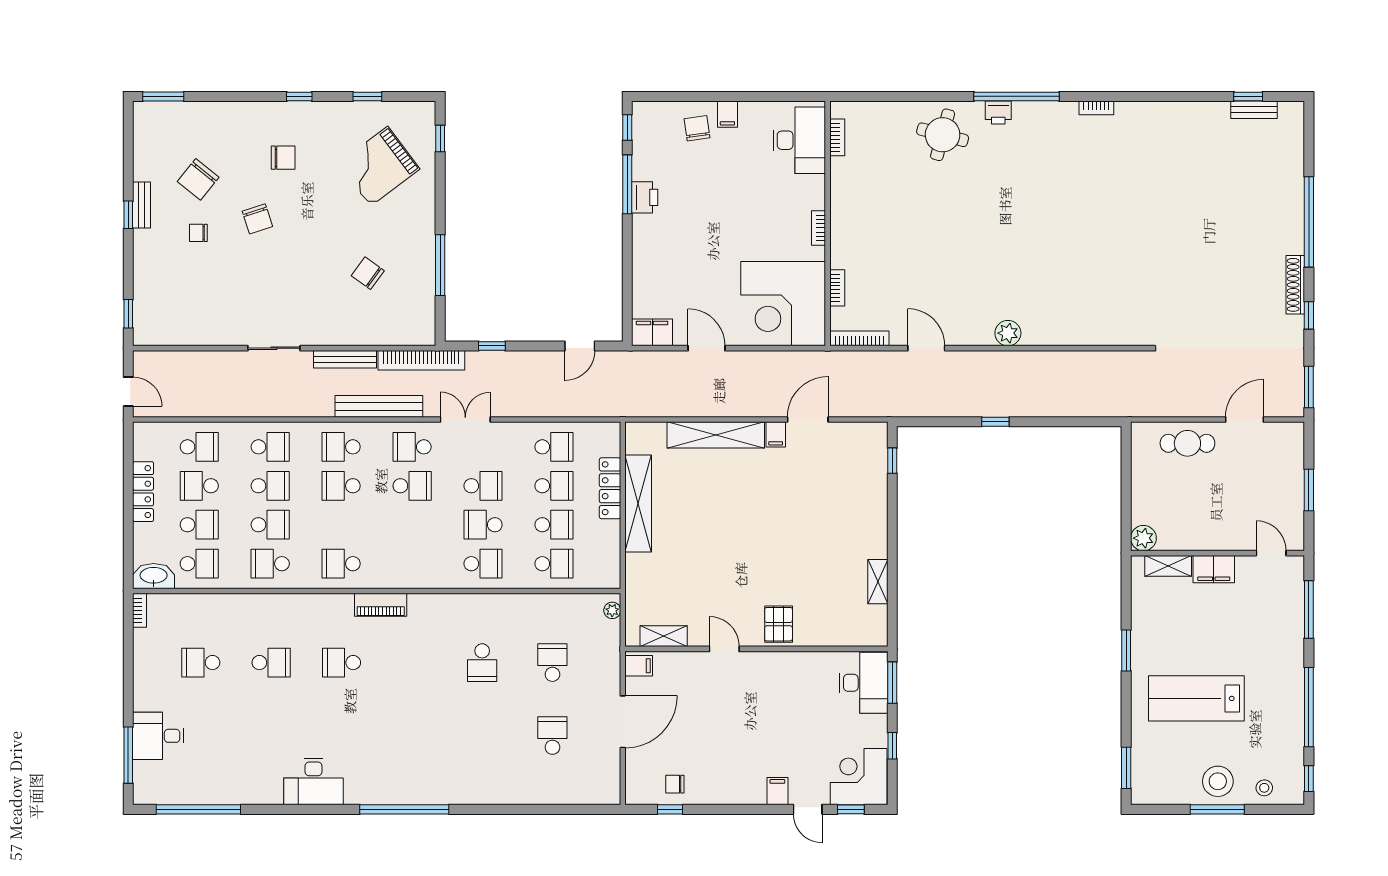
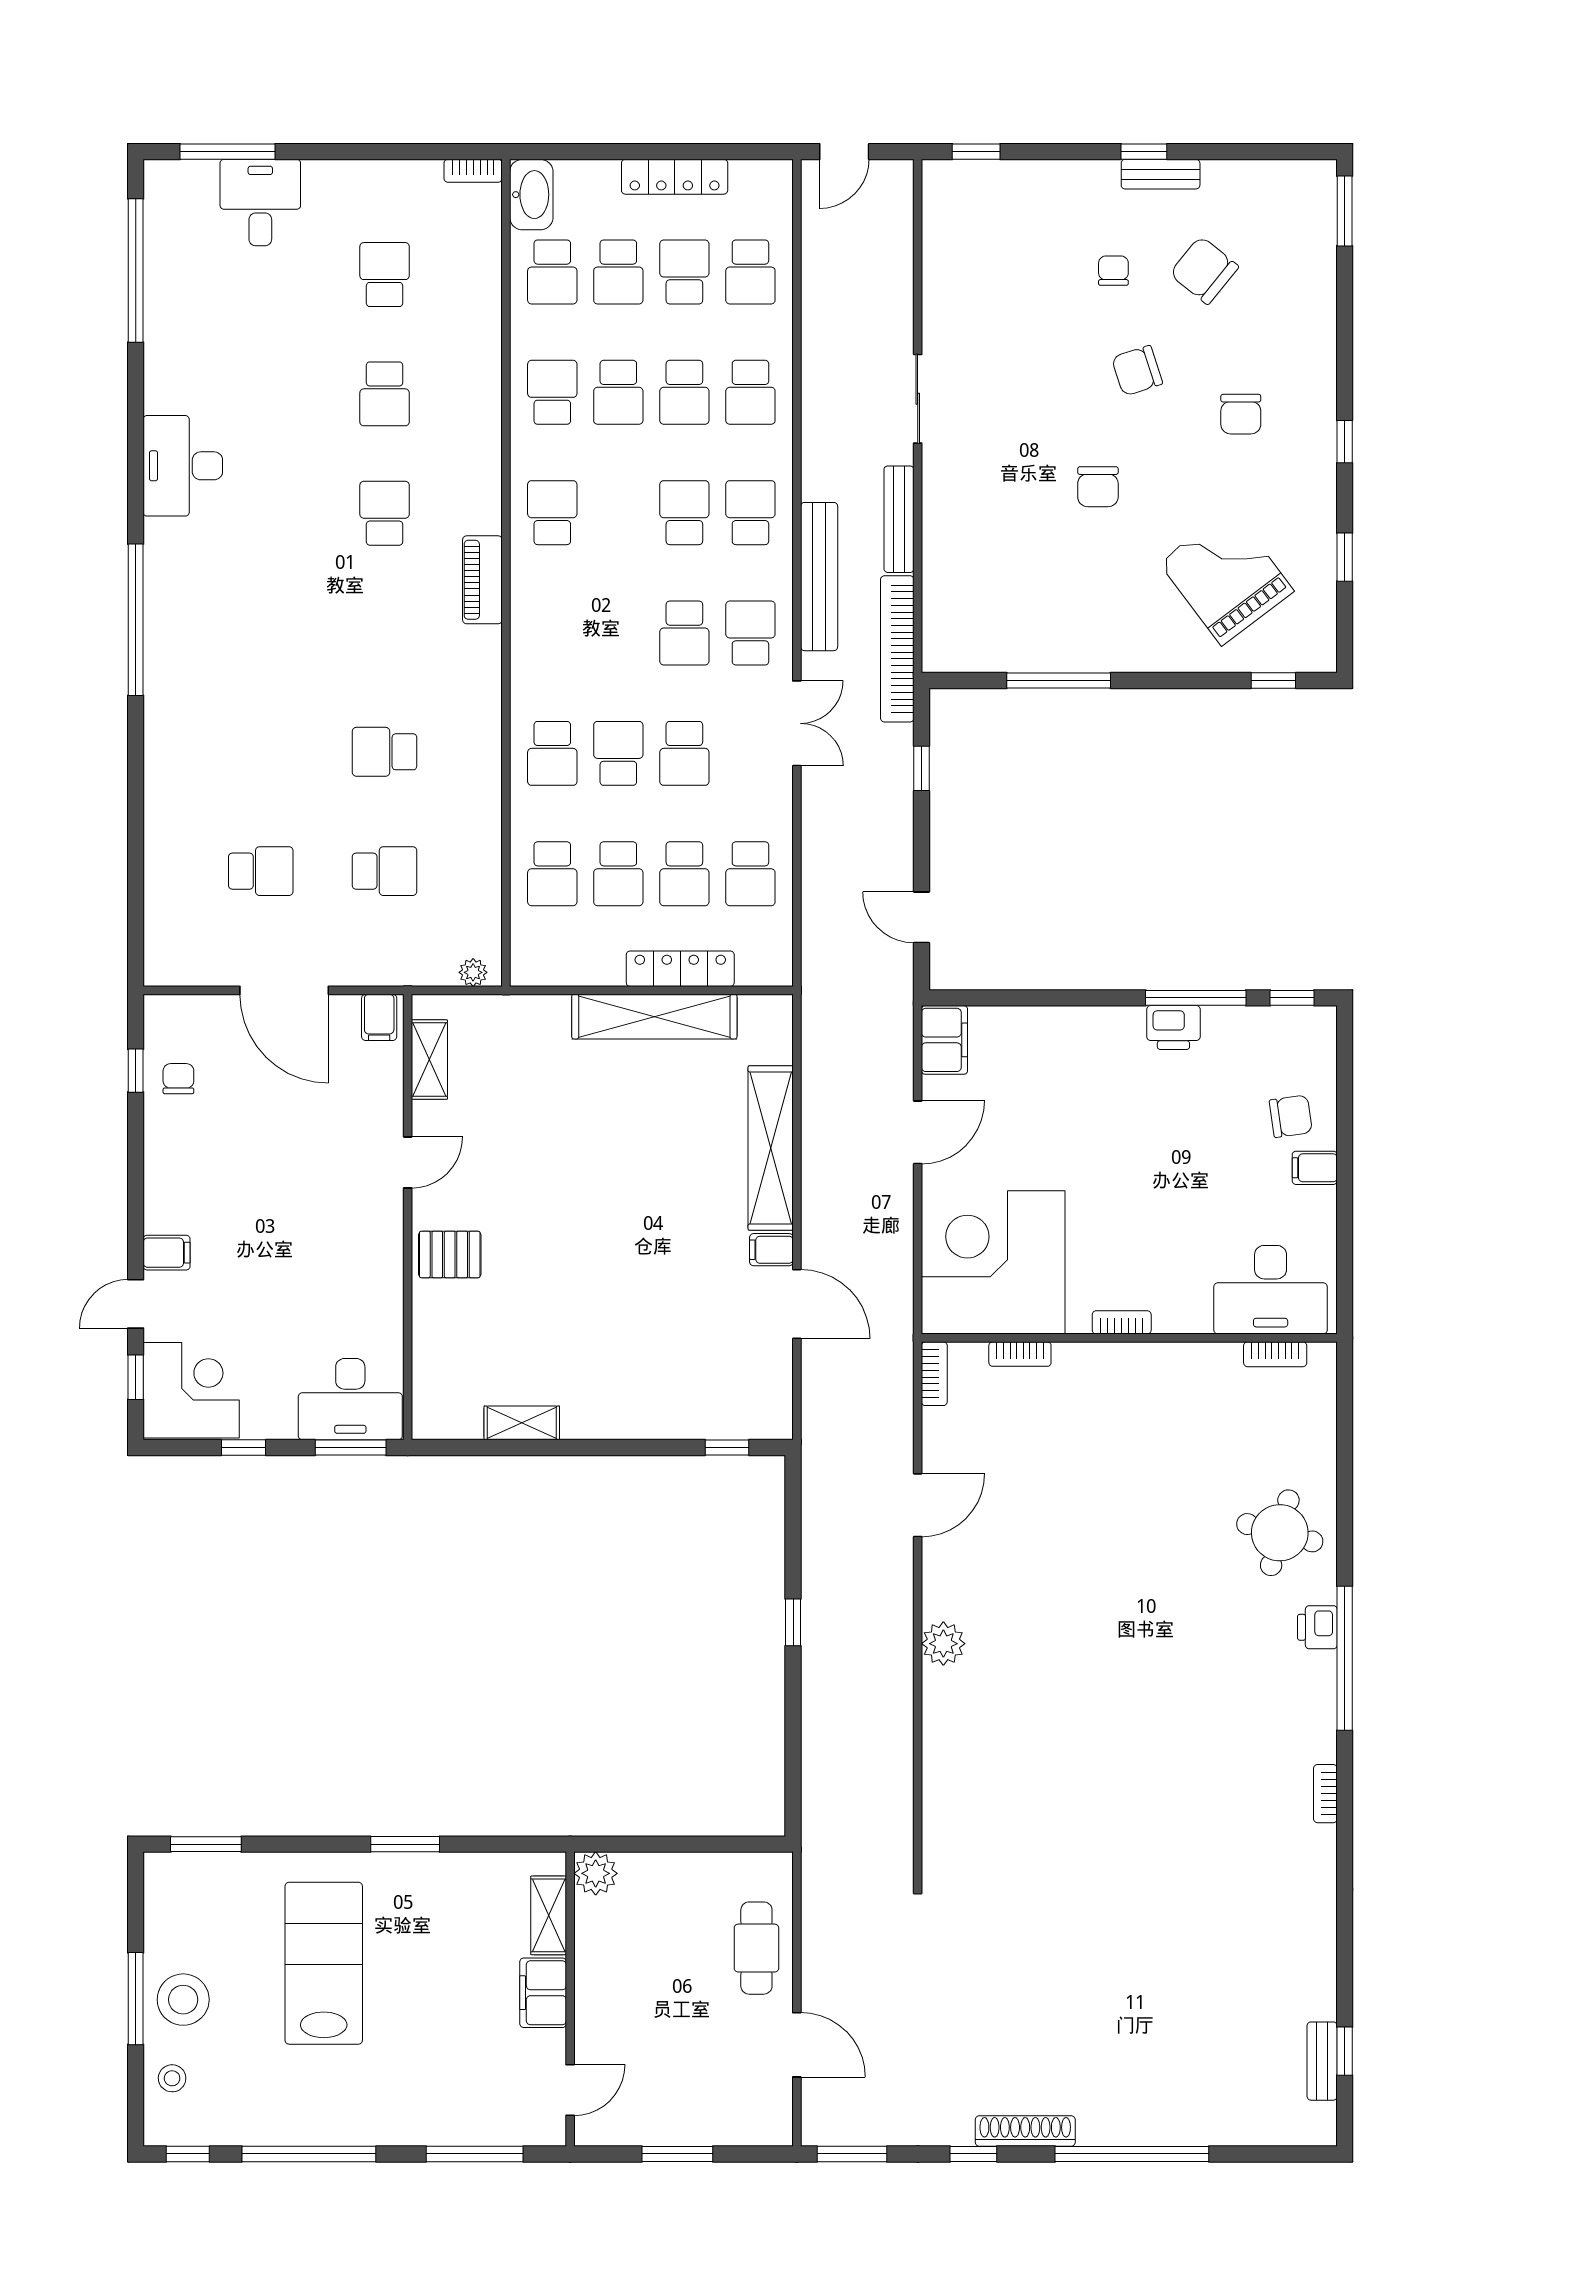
chair: (368, 273) -> (1098, 487), moved, turned 144
bookcase: (859, 338) -> (934, 1374), width x0.64

